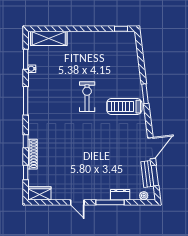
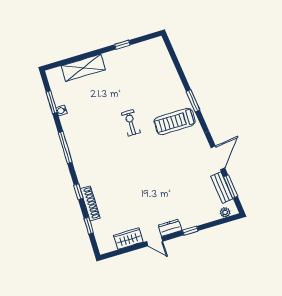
window: (121, 29) -> (122, 45), moved
shelving: (49, 38) -> (83, 68), moved
exercise bike: (87, 97) -> (131, 123), width x0.73, depth x0.72
wardrobe: (39, 193) -> (128, 239), moved
dresser: (120, 195) -> (170, 228), moved
window: (110, 202) -> (190, 231), width x0.46

